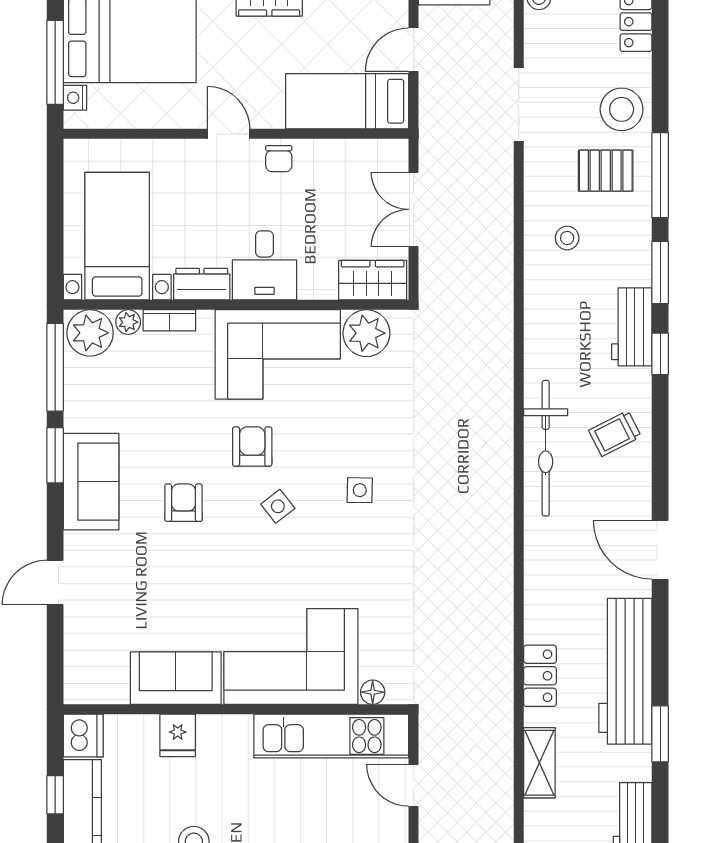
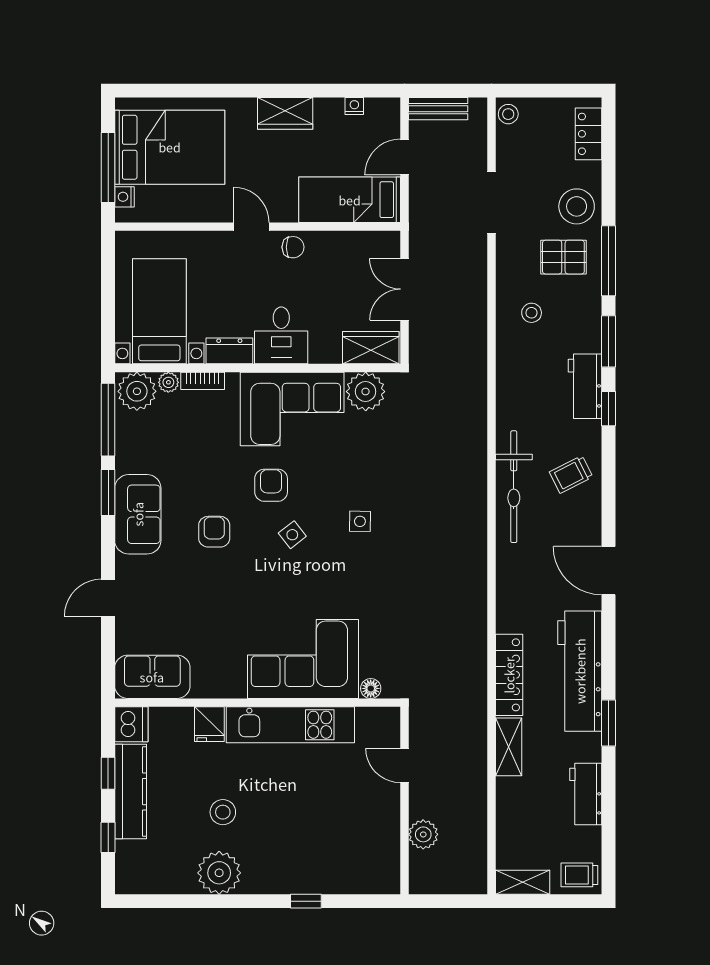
chair: (279, 159) -> (293, 247), turned -90
locker: (540, 676) -> (509, 675), width x1.53
sofa: (176, 678) -> (152, 677), moved
kitchen unit: (331, 736) -> (290, 725), moved

